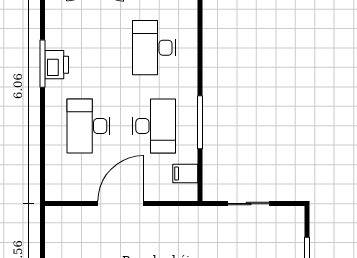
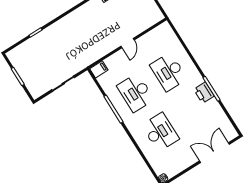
desk: (89, 126) -> (168, 72), turned 180
filing cabinet: (185, 174) -> (99, 69), moved
door: (121, 204) -> (128, 43), width x0.53

